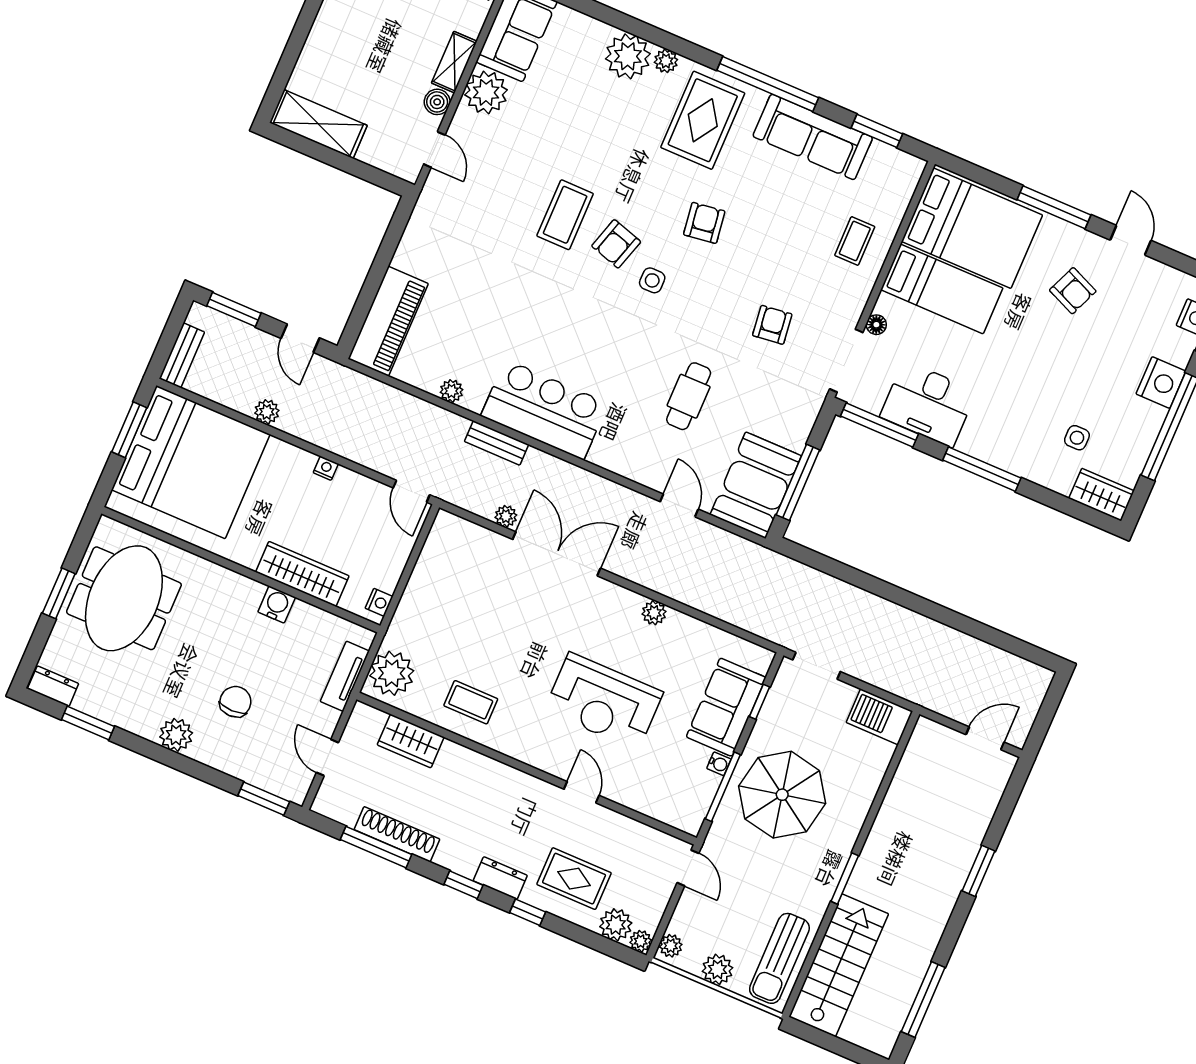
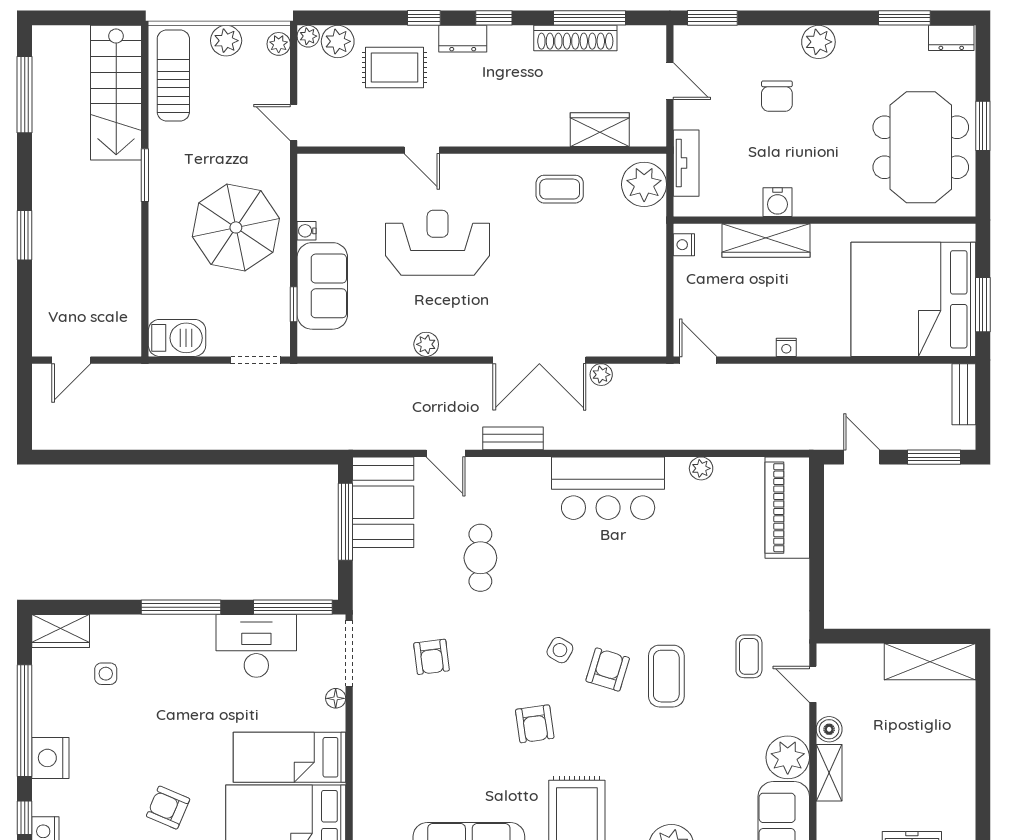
coffee table: (855, 241) -> (749, 656), moved
side table: (652, 280) -> (560, 650), turned 30
plant: (267, 412) -> (863, 376), removed
bench: (497, 443) -> (513, 438), moved
window: (723, 787) -> (294, 211), removed

